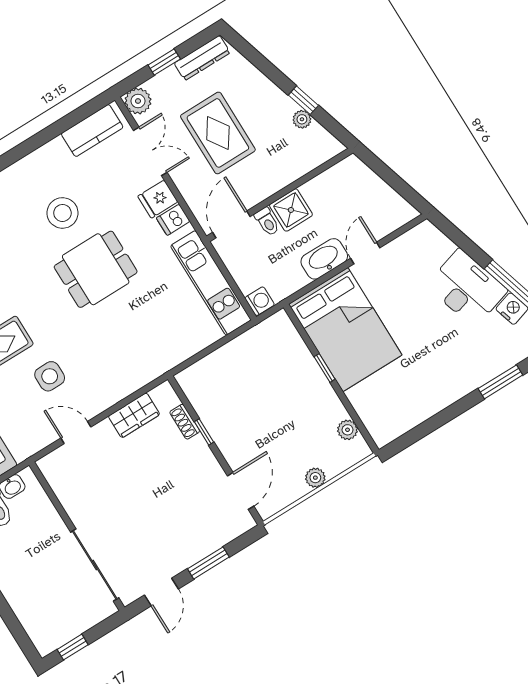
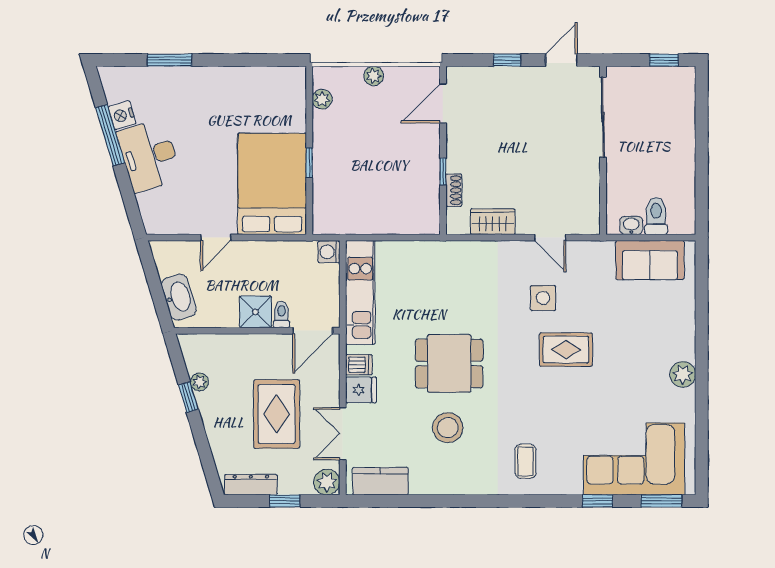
washbasin: (324, 259) -> (179, 297), moved, turned -107
window: (208, 563) -> (507, 60), width x0.67

